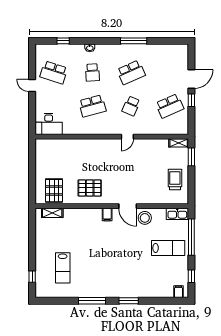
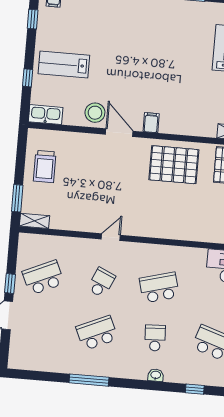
pallet: (90, 188) -> (174, 165), width x1.37, depth x1.41
window: (191, 237) -> (28, 78), width x0.32

